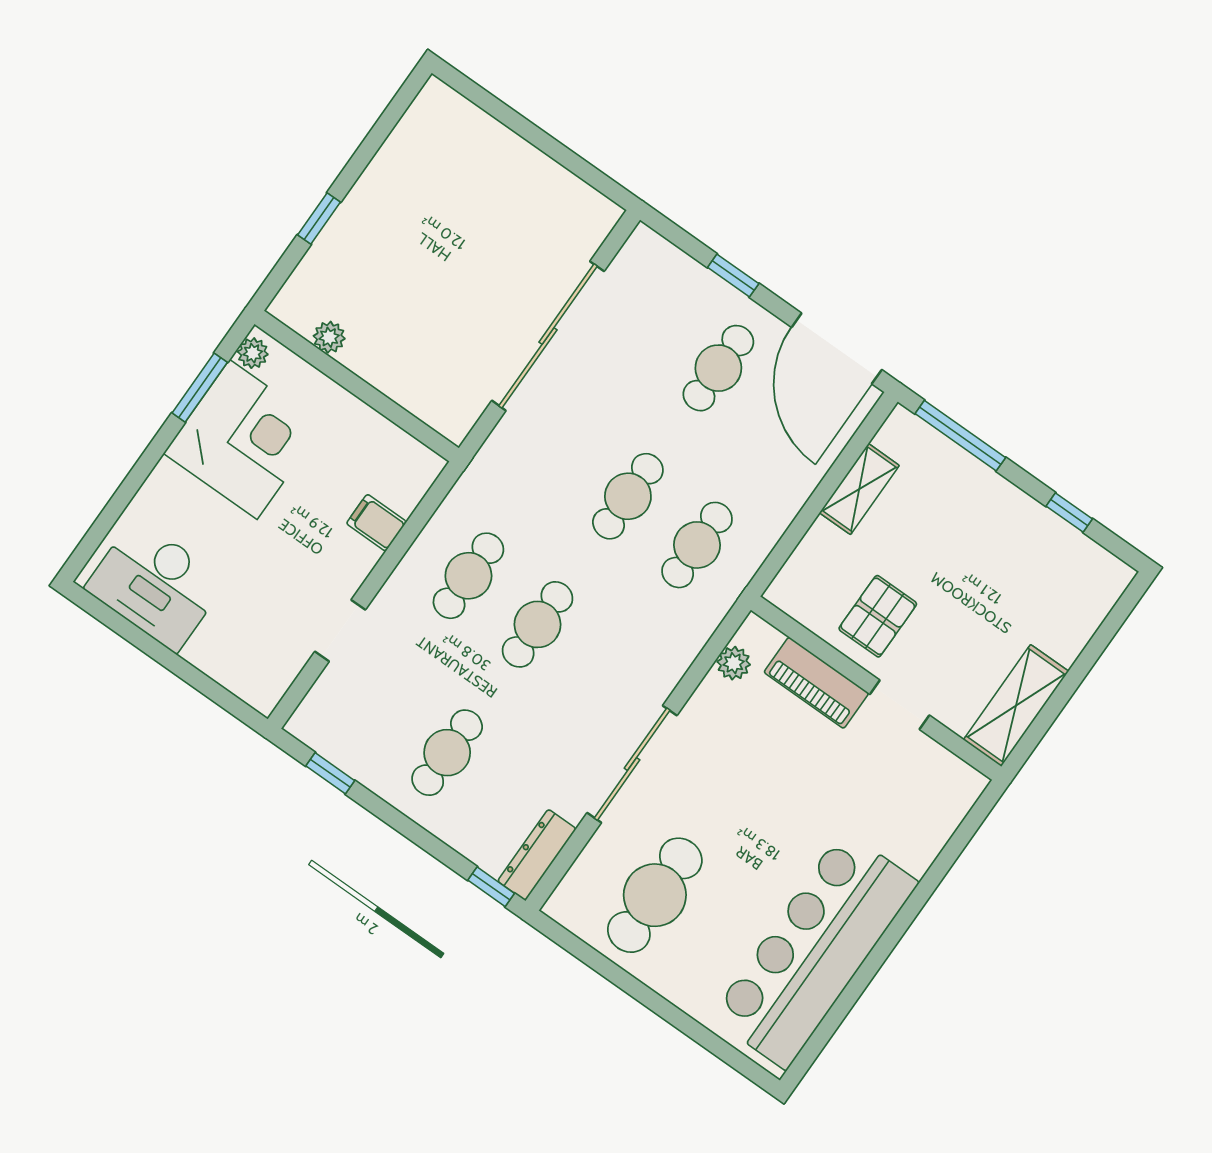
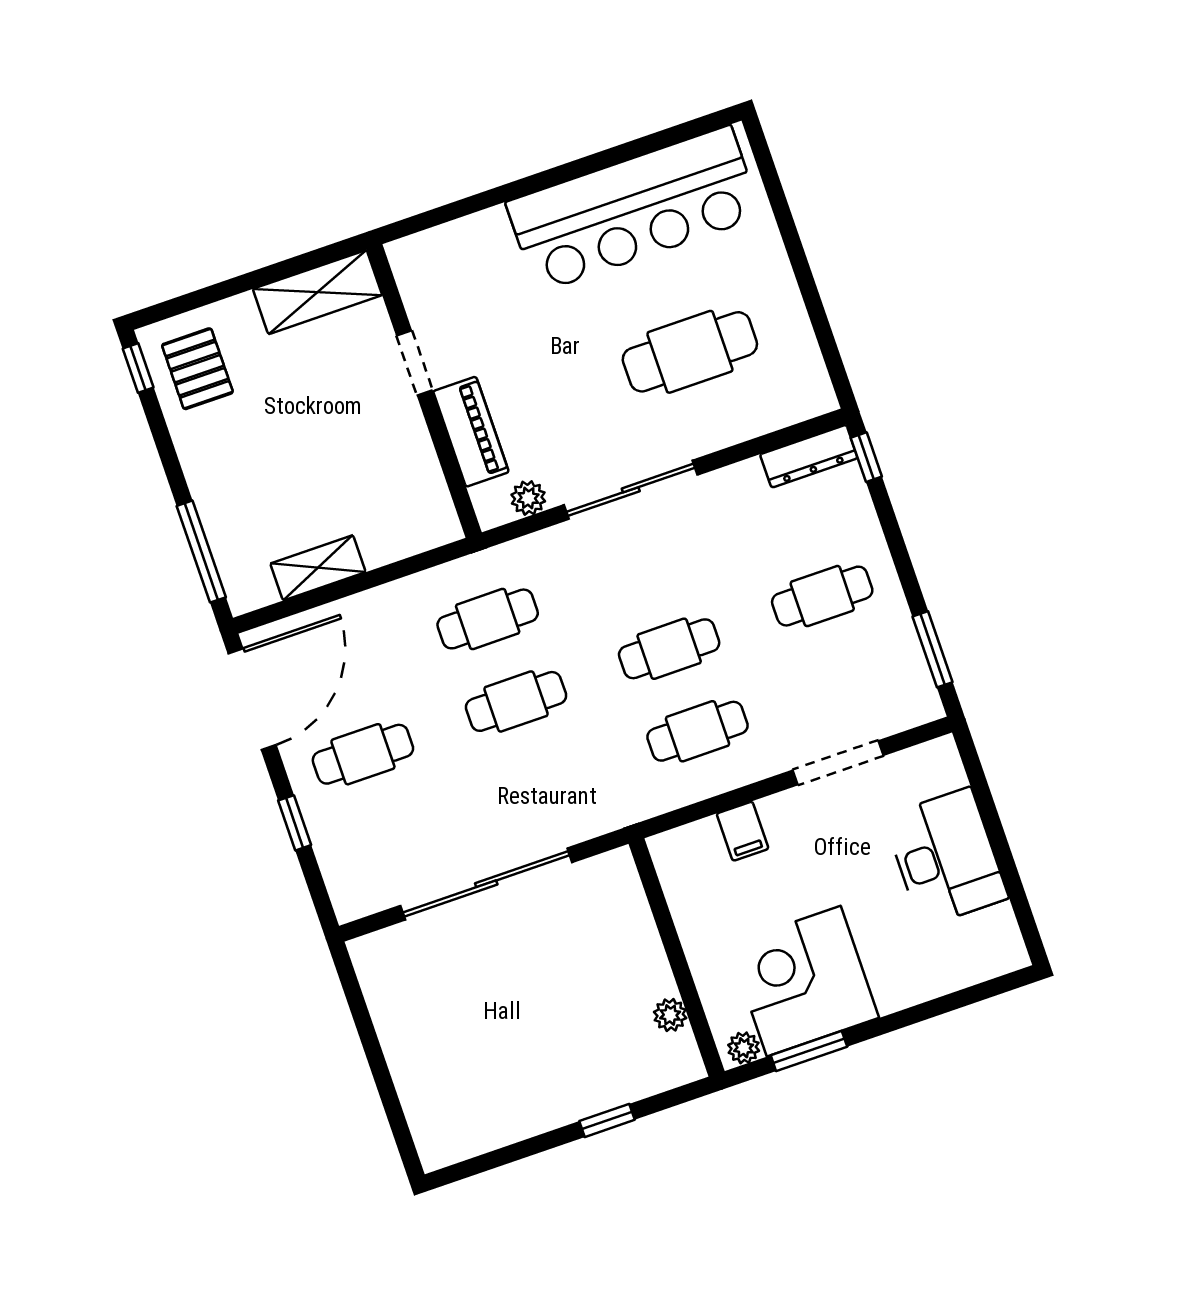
window: (1069, 512) -> (138, 368), moved
desk: (156, 585) -> (946, 857), moved
pallet: (878, 616) -> (197, 369), moved, turned 90
doorway: (340, 631) -> (838, 763), width x1.38
sliding door: (632, 764) -> (631, 490), moved
window: (330, 773) -> (932, 649), width x1.50
cafe table: (655, 895) -> (690, 352), moved

